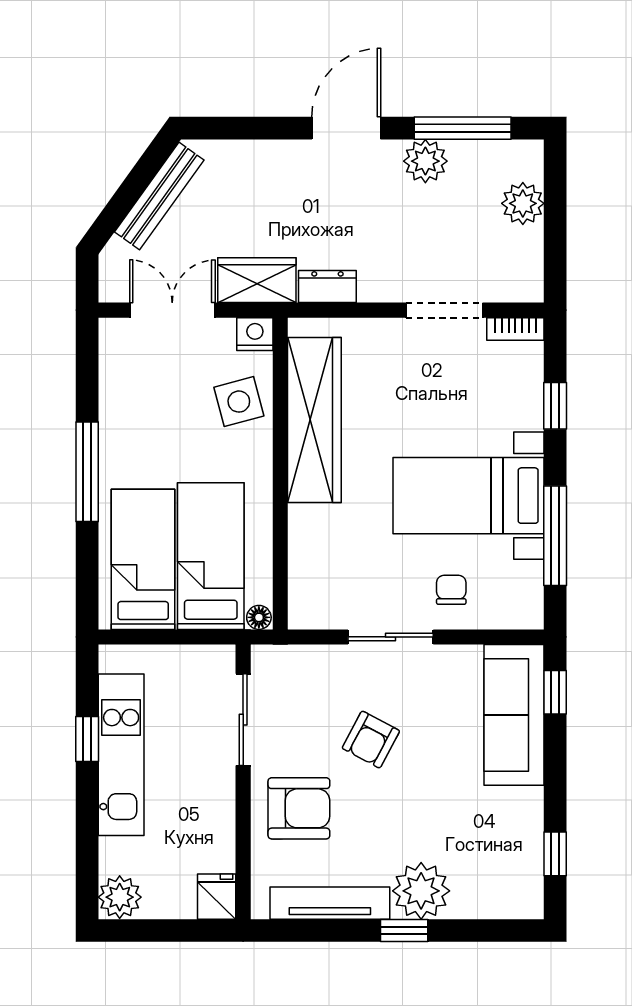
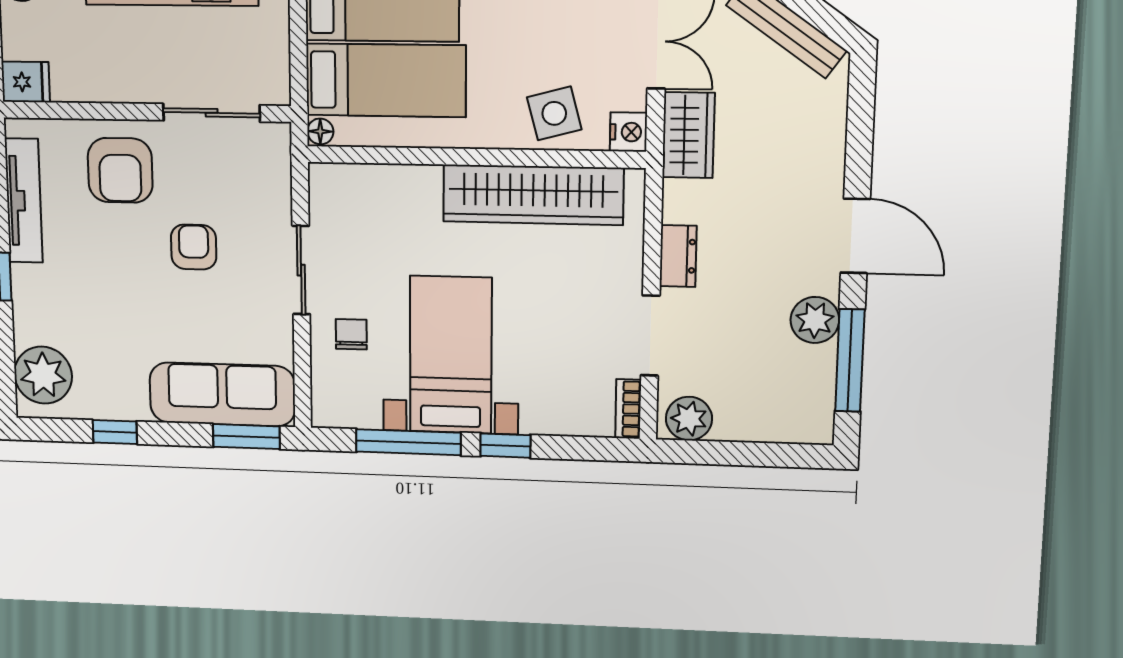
plant: (523, 203) -> (689, 419), moved
dresser: (327, 287) -> (678, 256), moved
window: (555, 406) -> (505, 446), moved
chair: (451, 590) -> (351, 334), turned -90
window: (555, 692) -> (246, 437), width x1.50
armchair: (371, 740) -> (194, 247), turned 62
window: (555, 854) -> (115, 432), moved
plant: (421, 891) -> (43, 375), moved

